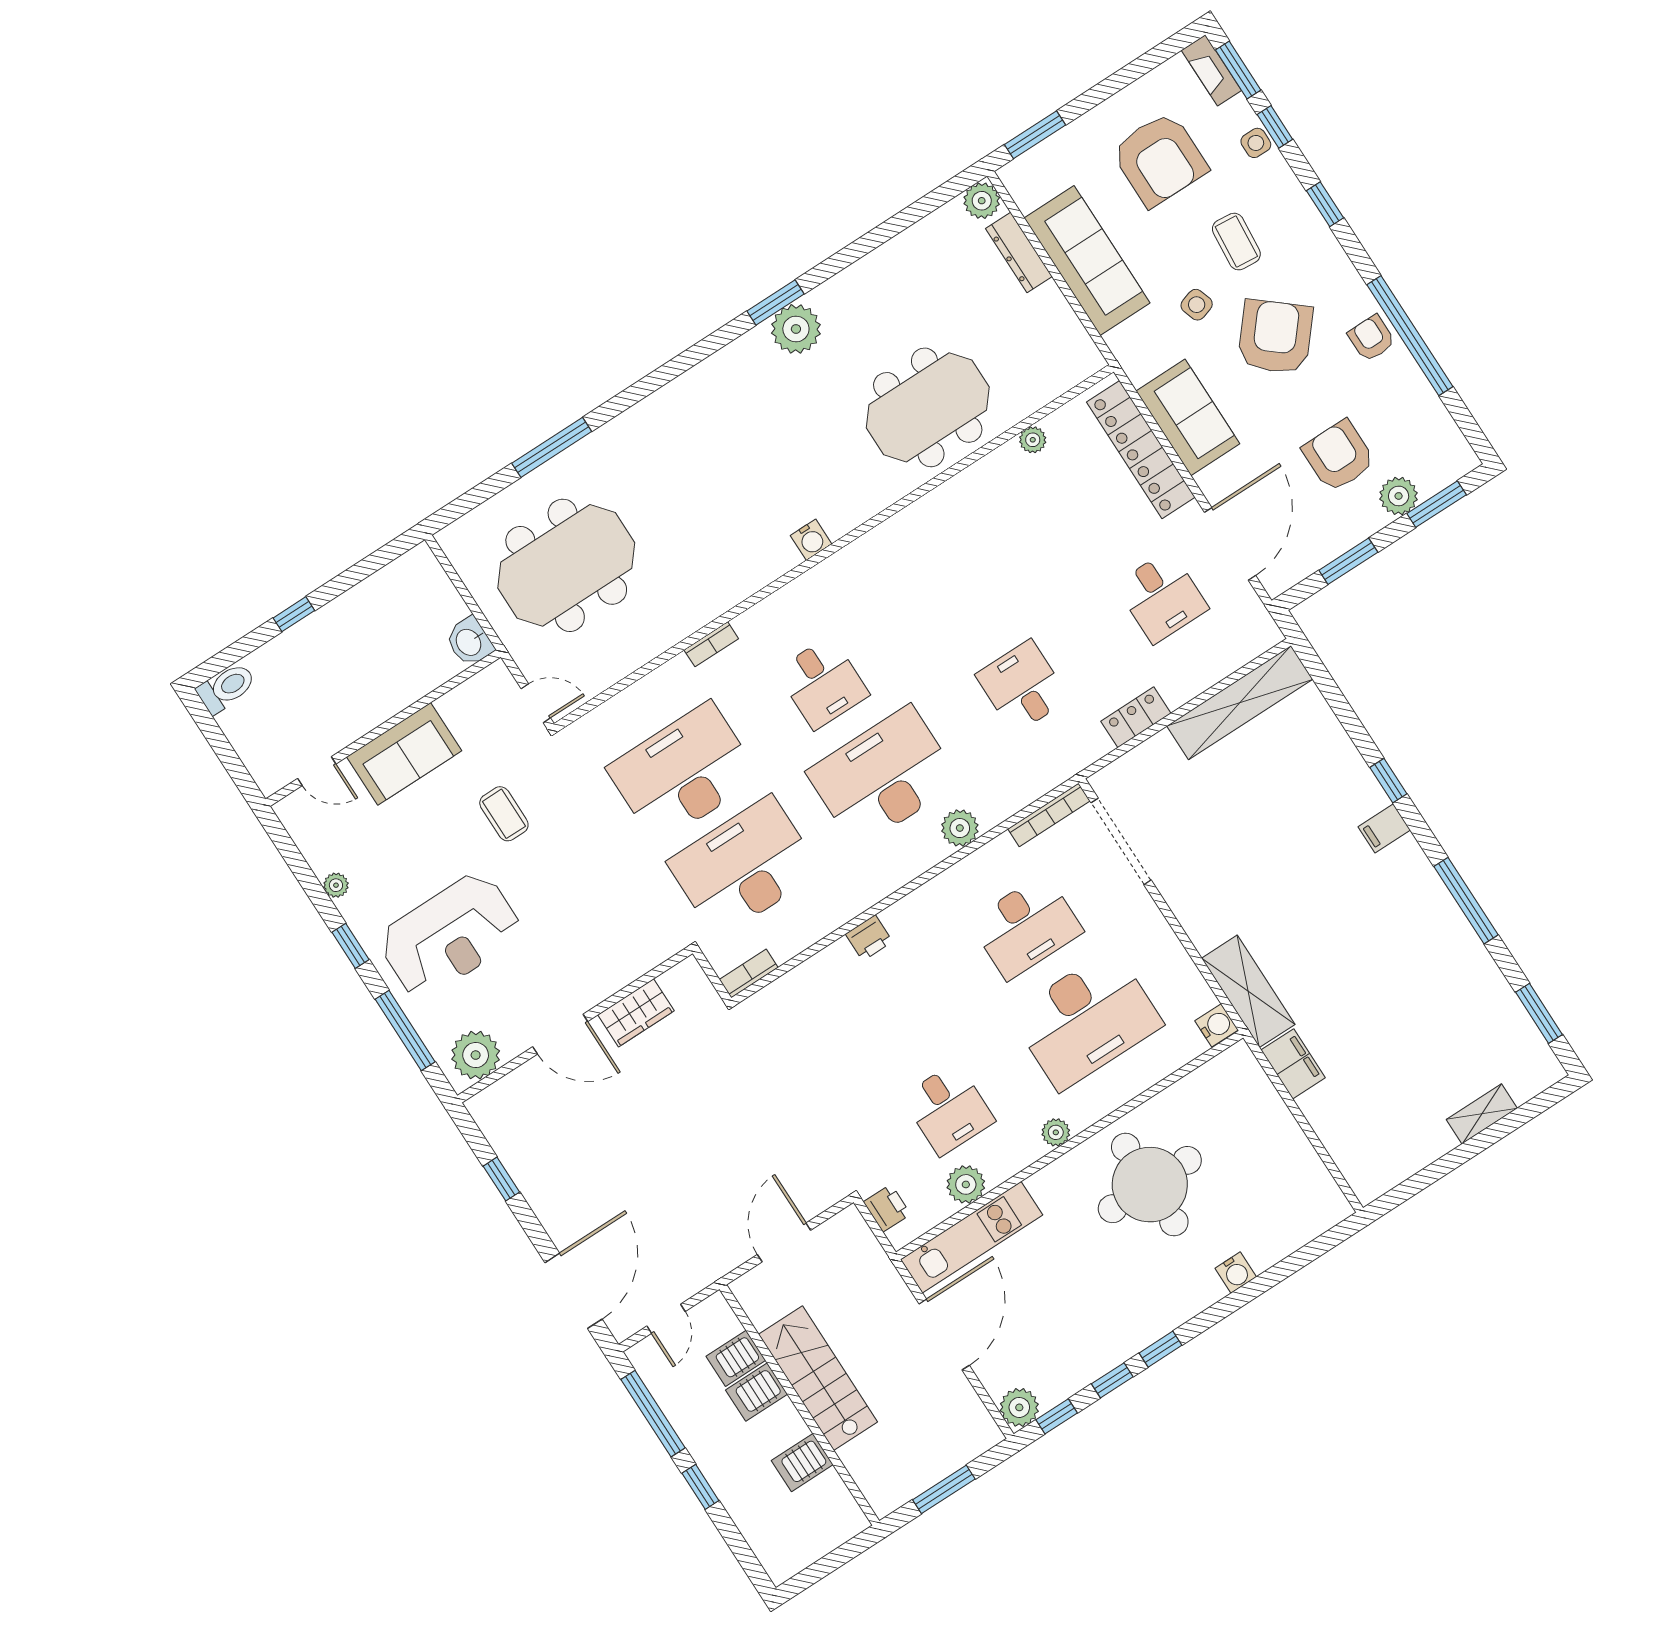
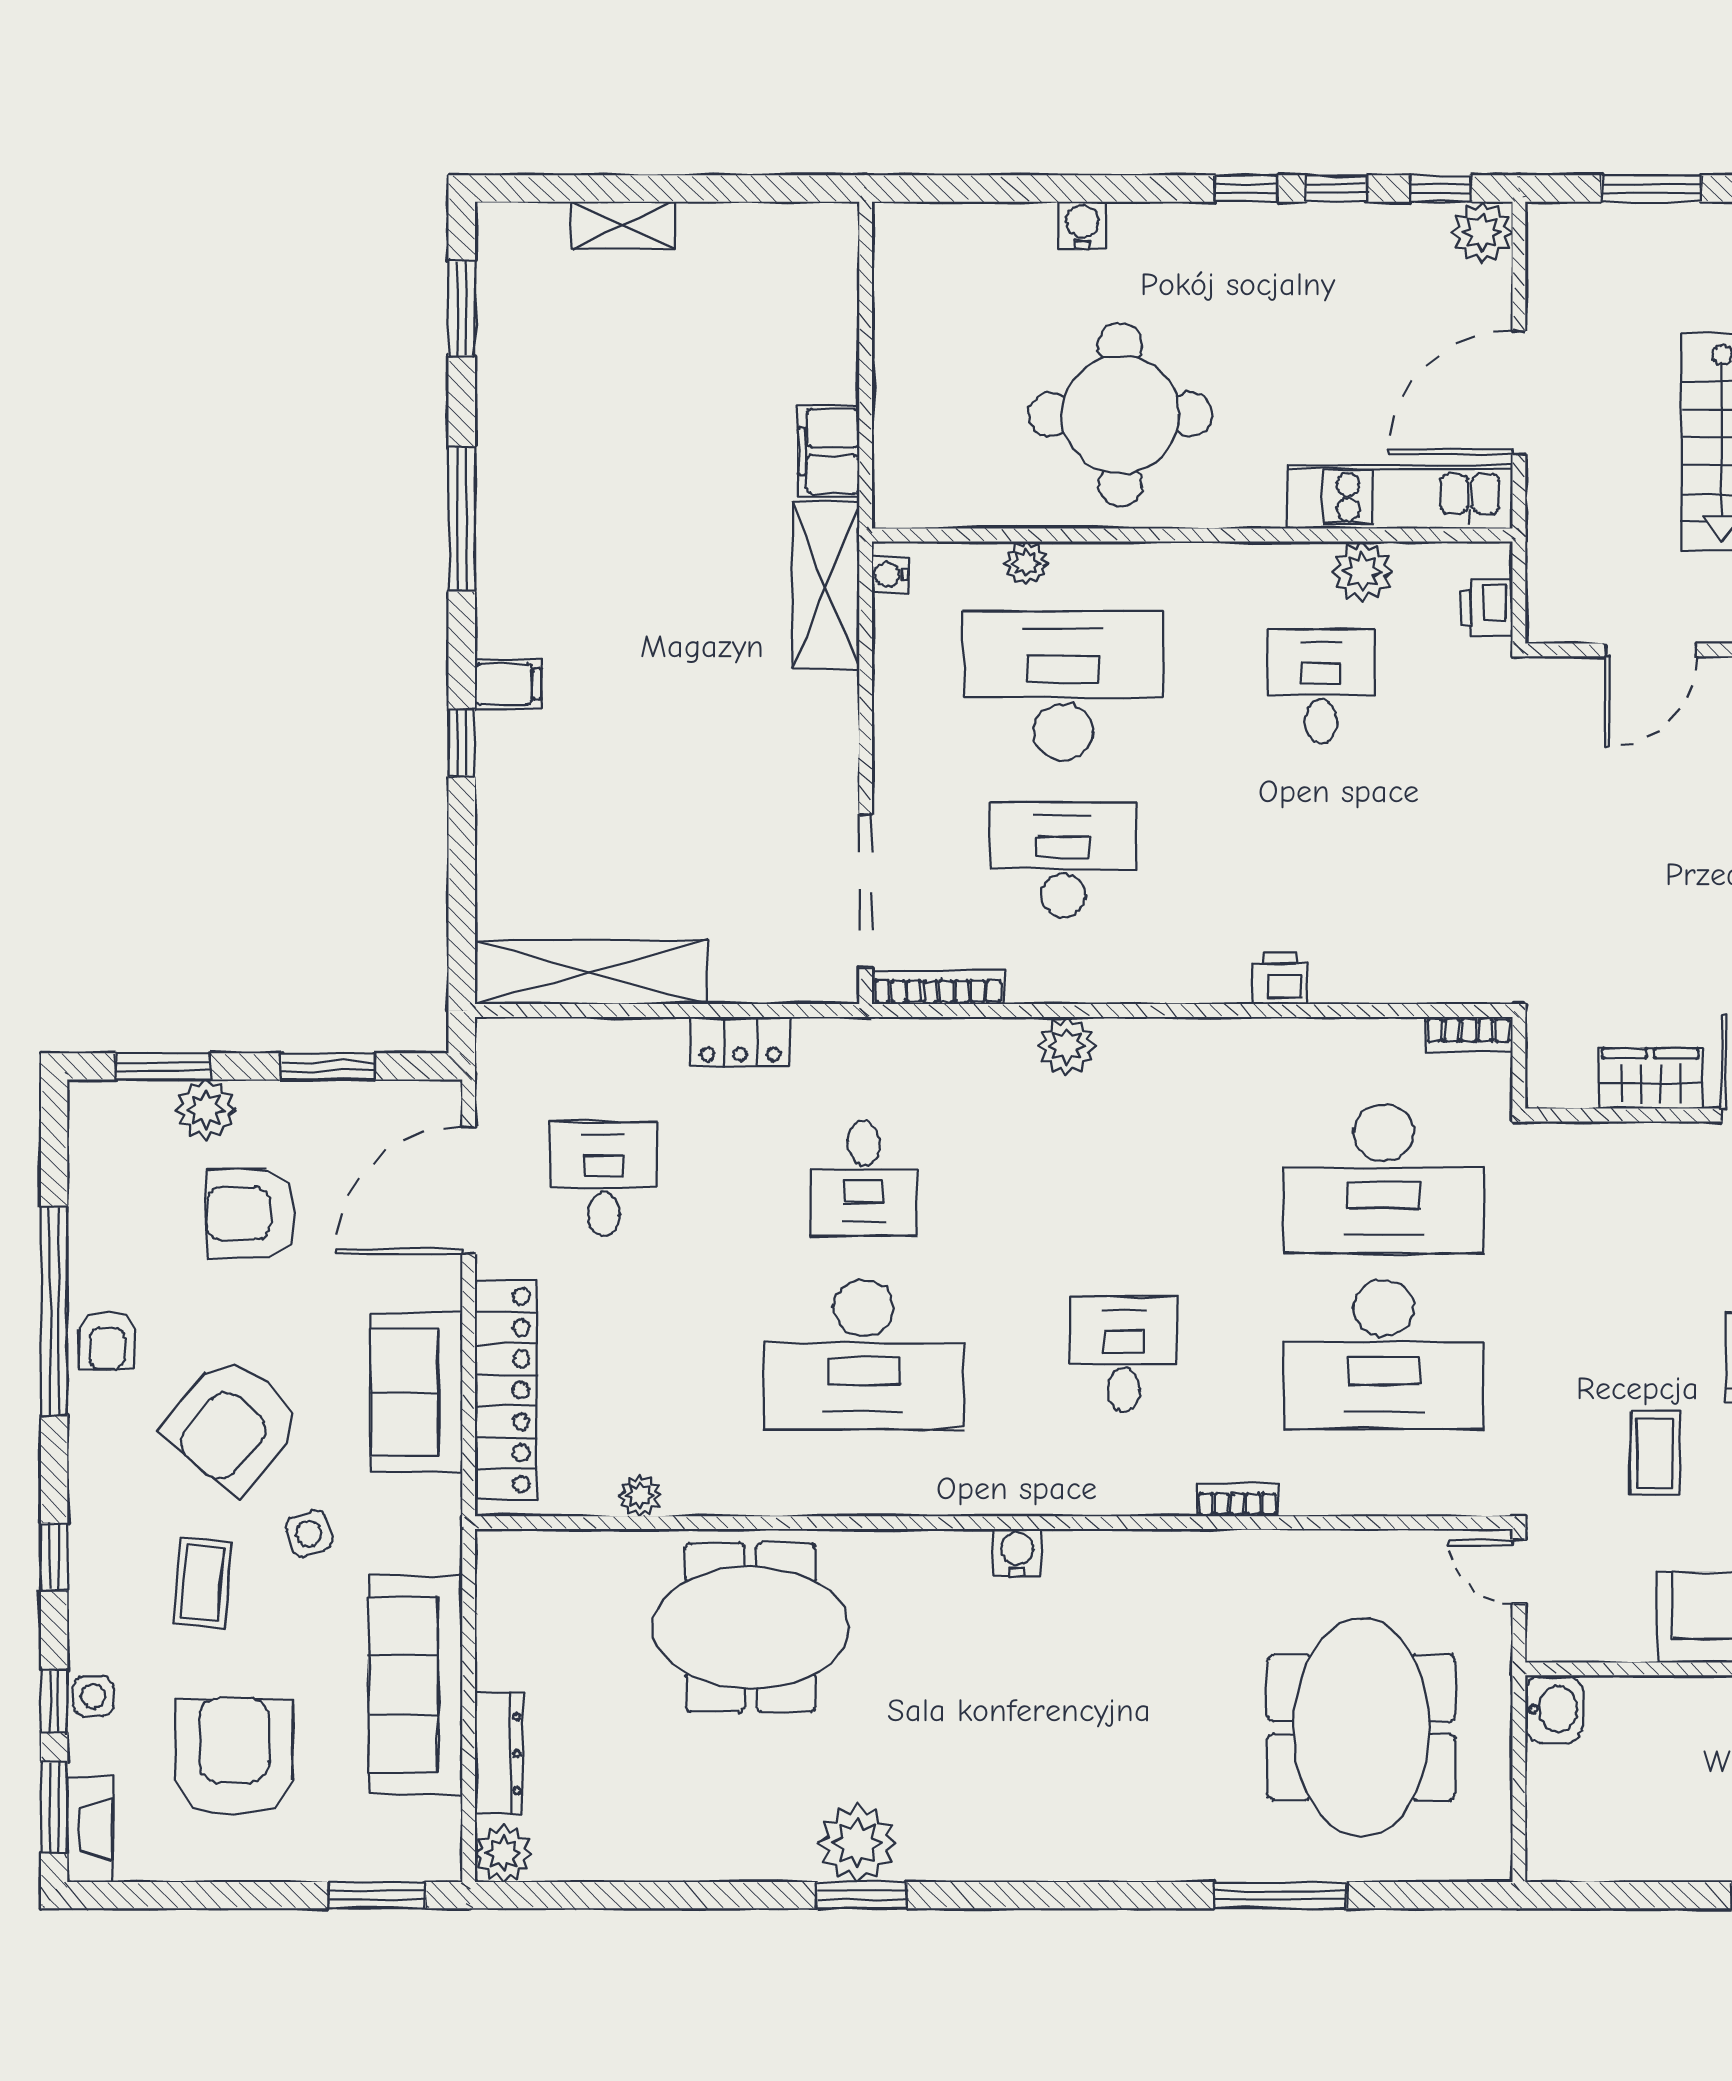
armchair: (1339, 456) -> (251, 1213), turned 90
meeting table: (566, 565) -> (1361, 1727), turned 90
desk: (883, 777) -> (864, 1354), moved
water cooler: (1217, 1025) -> (890, 574), width x0.72, depth x0.72
plant: (1056, 1132) -> (1026, 563), moved

